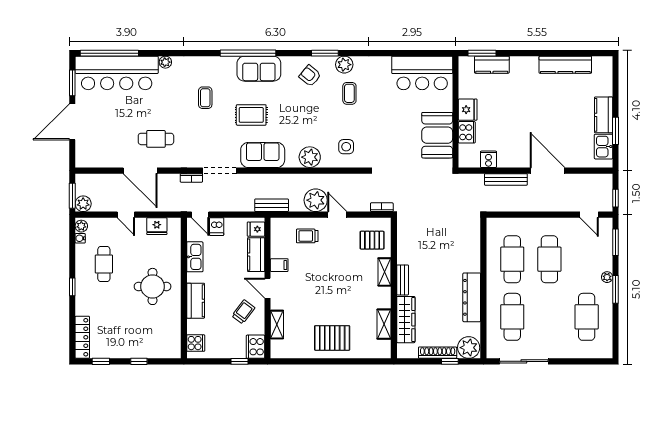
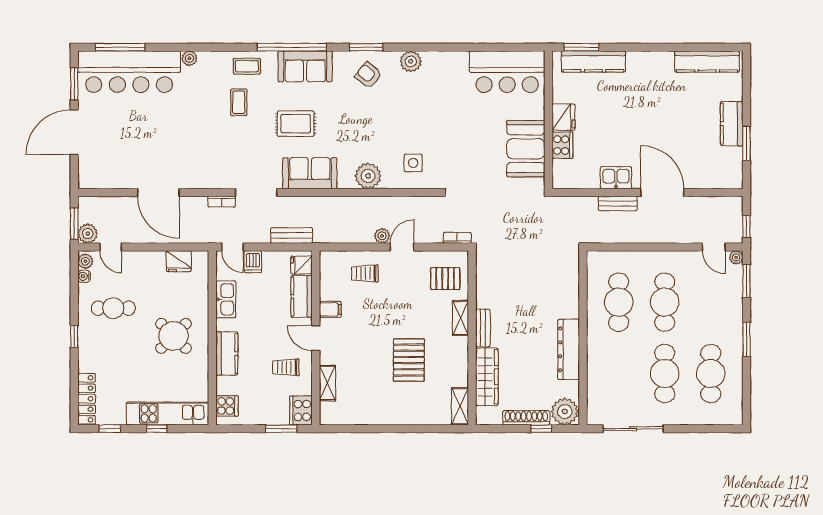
window: (109, 53) -> (120, 47), width x0.68
window: (325, 53) -> (366, 47), moved
kitchen counter: (492, 65) -> (593, 61), width x1.50
kitchen counter: (565, 65) -> (707, 62), moved
coffee table: (349, 93) -> (247, 66), moved, turned 90
cafe table: (156, 139) -> (178, 153), removed
kitchen sink: (604, 147) -> (616, 178), moved, turned 90
cooker: (488, 159) -> (589, 179), removed
bench: (506, 179) -> (618, 203), width x0.73
plant: (316, 200) -> (382, 236), width x0.53, depth x0.53
bench: (272, 205) -> (292, 235), moved
door: (126, 215) -> (111, 247), moved
door: (337, 215) -> (402, 247), hinge flipped
cafe table: (104, 264) -> (113, 308), turned 90
plant: (607, 277) -> (736, 257), moved
round table: (153, 286) -> (174, 336), turned 45
trolley: (243, 312) -> (286, 367), turned -127
cafe table: (512, 317) -> (665, 374), moved
shelving: (384, 324) -> (460, 406), moved
pallet: (332, 338) -> (409, 360), moved, turned 90
kitchen unit: (148, 349) -> (168, 413), added
window: (239, 361) -> (281, 429), width x1.50

